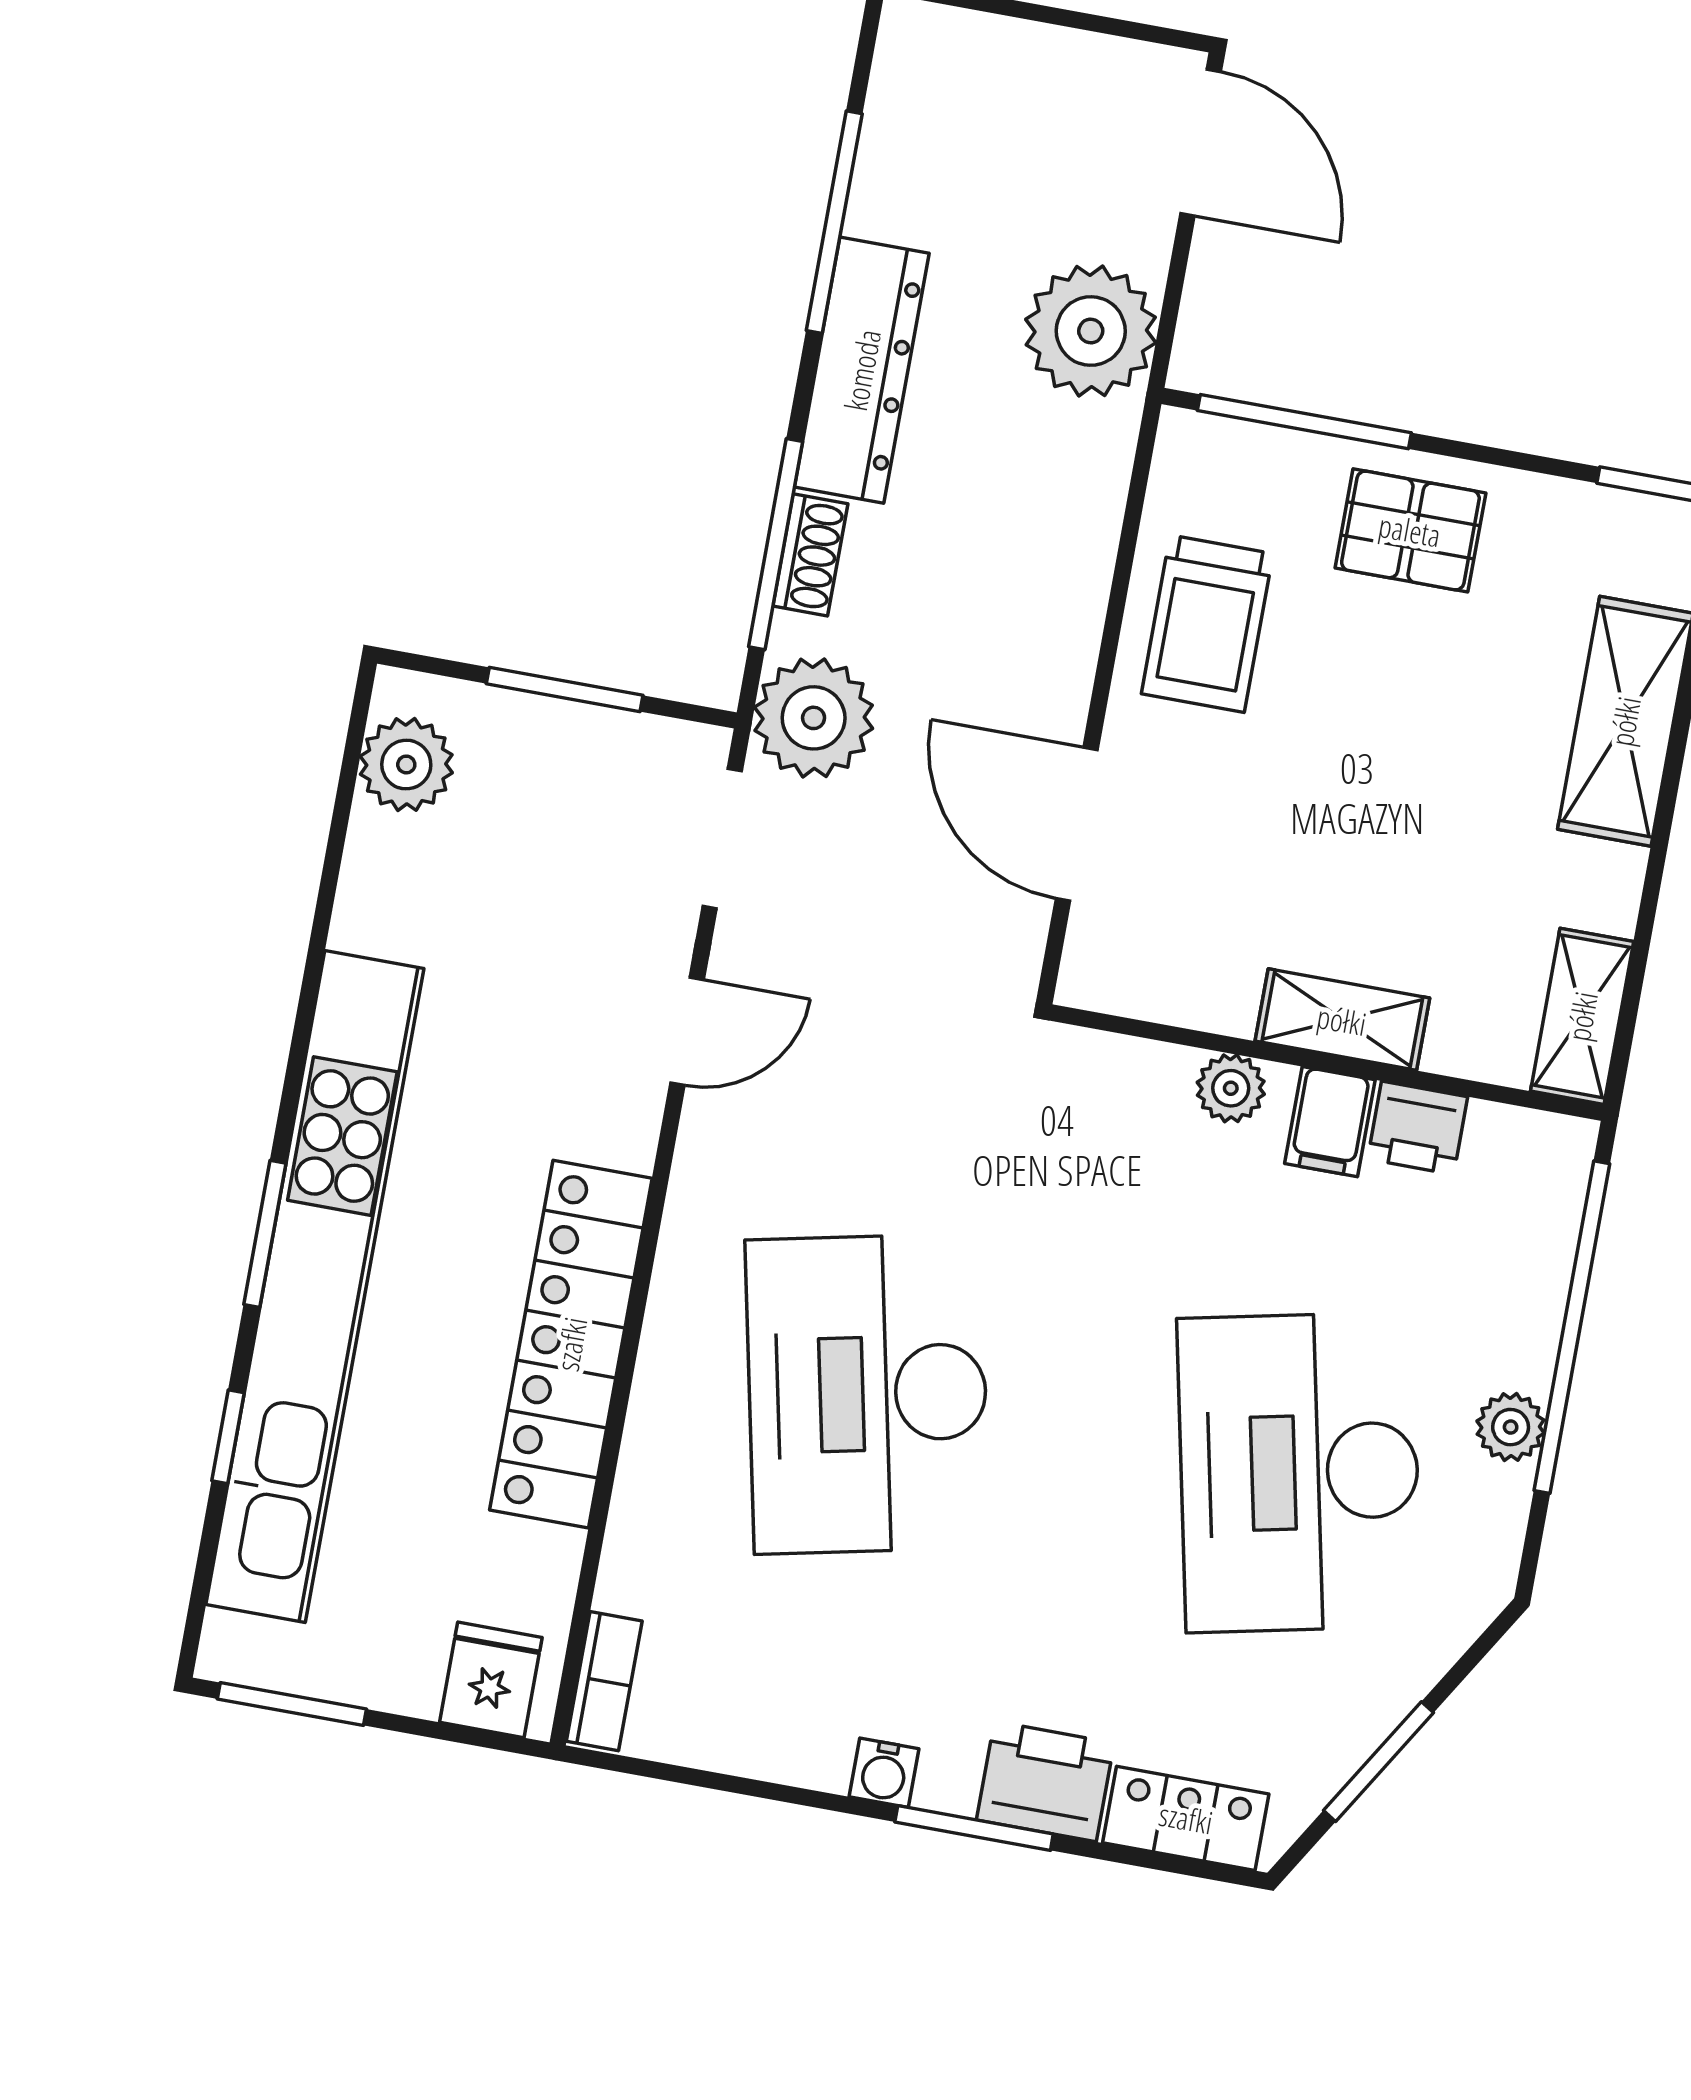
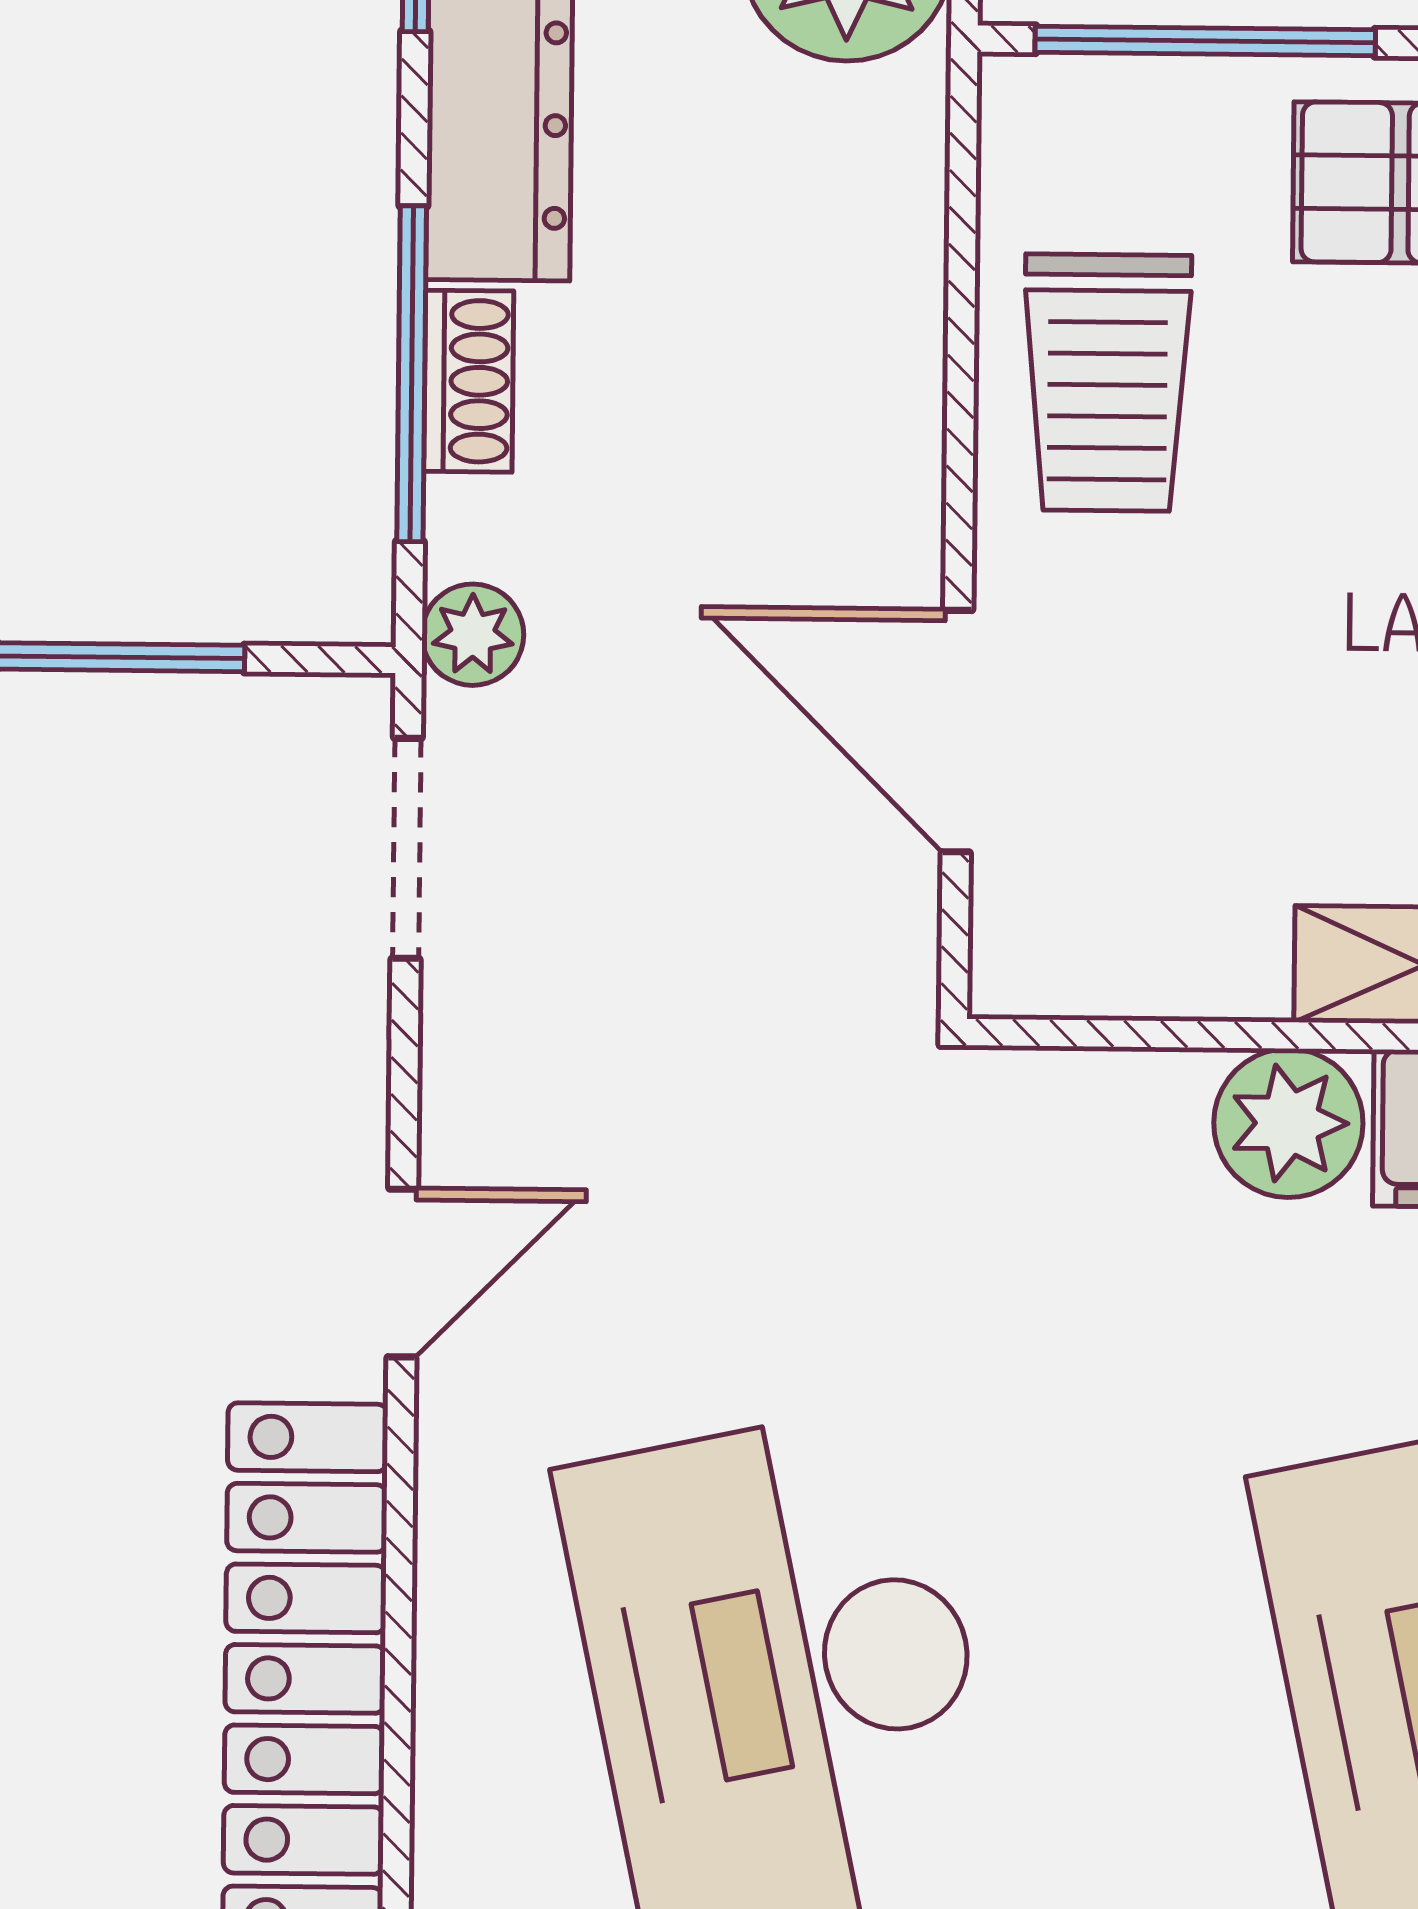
plant: (814, 718) -> (473, 635), width x0.53, depth x0.53
door: (687, 1031) -> (402, 1273), moved
plant: (1231, 1088) -> (1288, 1123), width x1.38, depth x1.38

